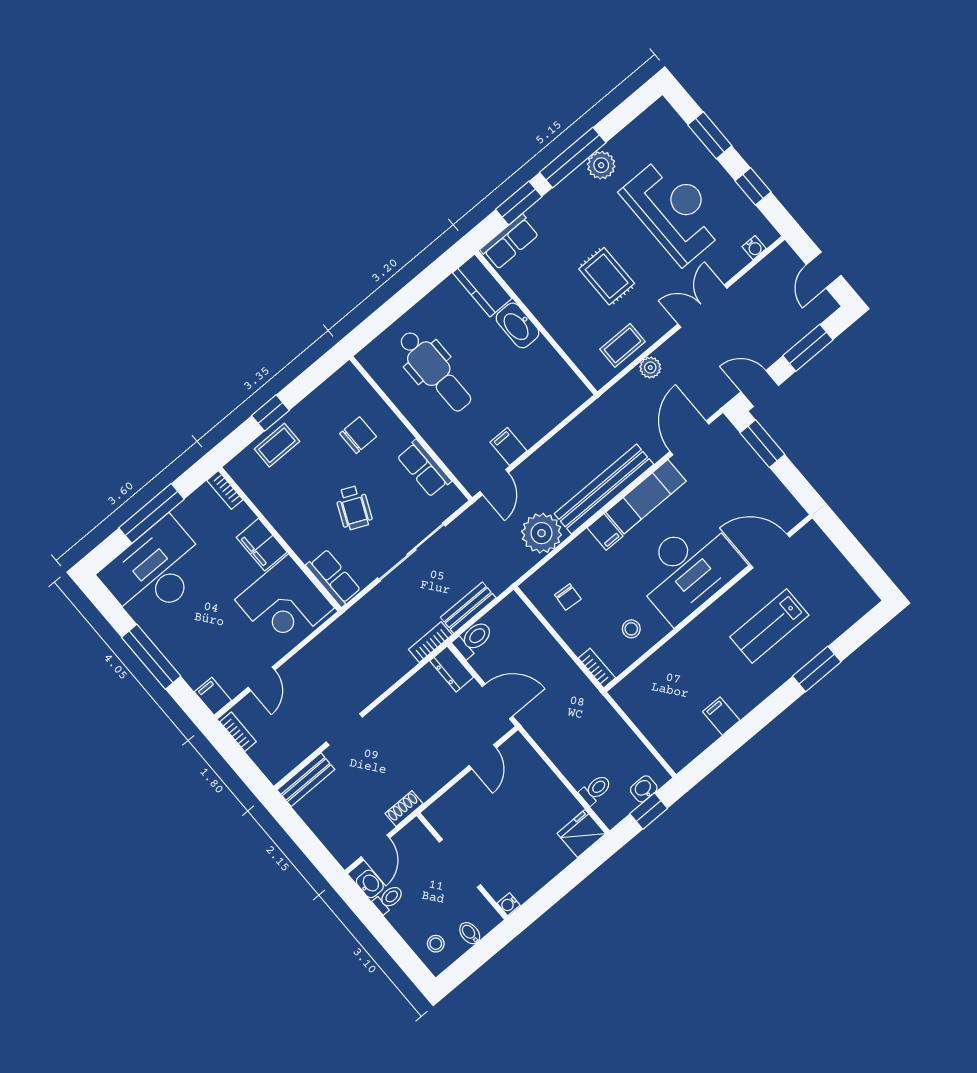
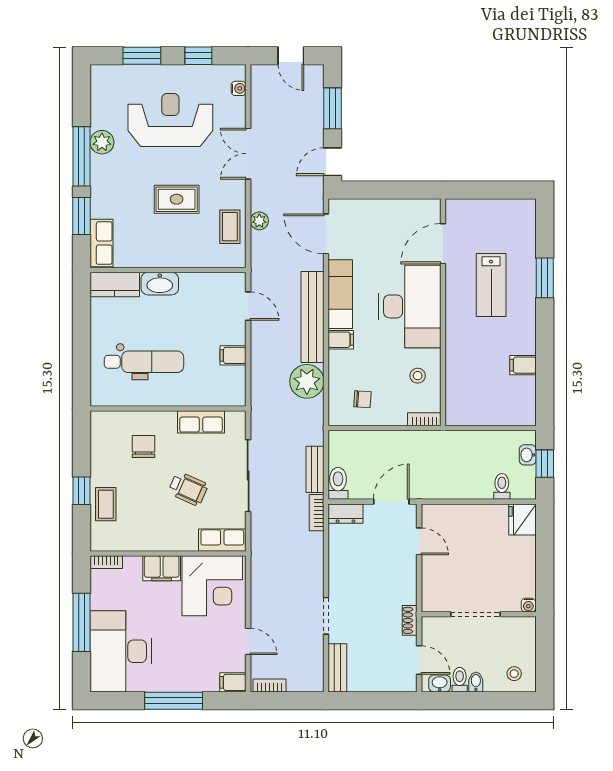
window: (762, 444) -> (370, 190), removed
door: (494, 482) -> (248, 306), moved
bidet: (470, 933) -> (476, 682), moved, turned 90

